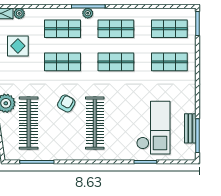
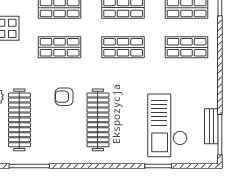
armchair: (66, 104) -> (64, 97), turned -119
checkout: (153, 128) -> (167, 125), turned 180

